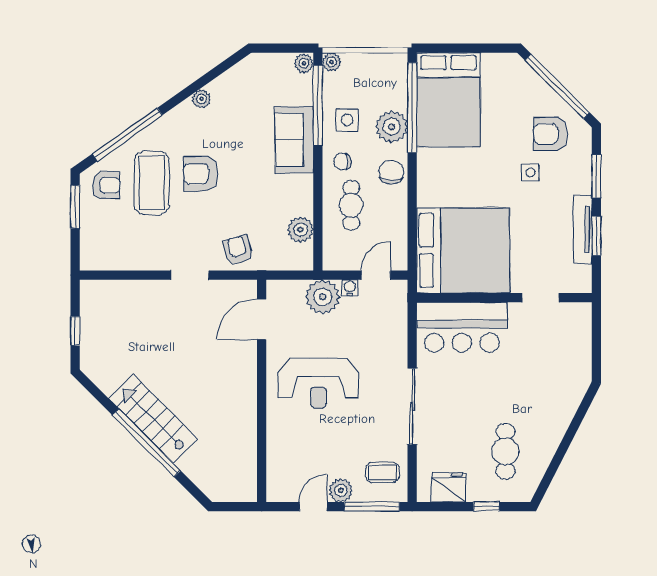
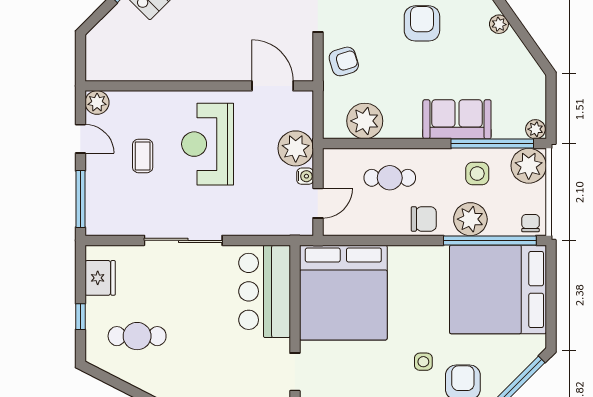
plant: (331, 62) -> (529, 166), width x1.88, depth x1.88
bed: (448, 100) -> (498, 289), width x1.36
chair: (342, 161) -> (531, 223), moved
plant: (301, 230) -> (365, 121), width x1.36, depth x1.36
door: (376, 275) -> (318, 203), hinge flipped
coffee table: (383, 472) -> (143, 156), moved
plant: (341, 490) -> (97, 102), moved

